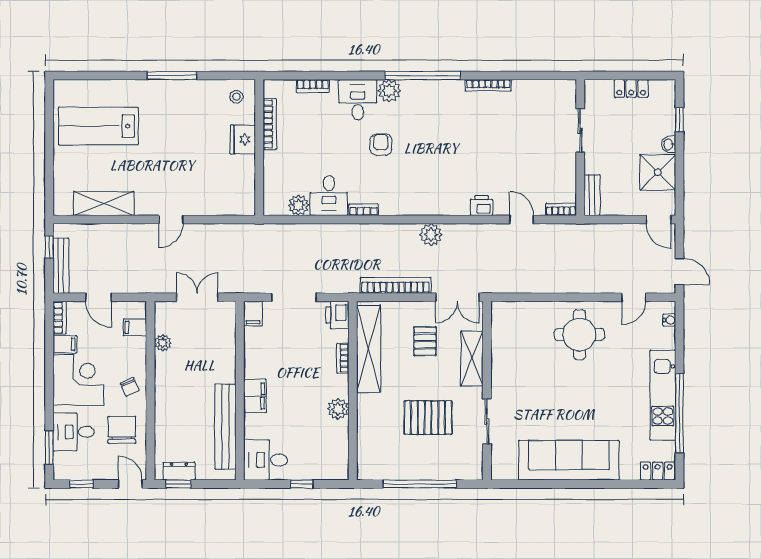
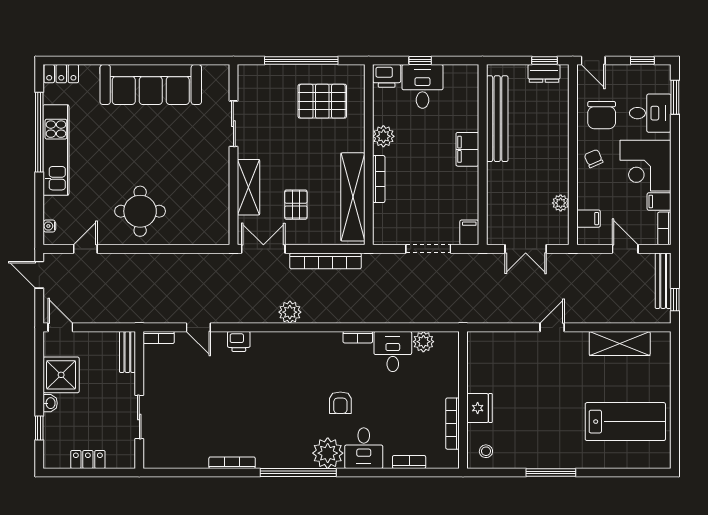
plant: (389, 91) -> (328, 453), width x1.36, depth x1.36
printer: (337, 315) -> (387, 76), moved, turned 90
bookcase: (343, 358) -> (379, 179), width x1.56
pallet: (428, 418) -> (322, 101), moved
desk: (266, 460) -> (422, 86), moved, turned -90

